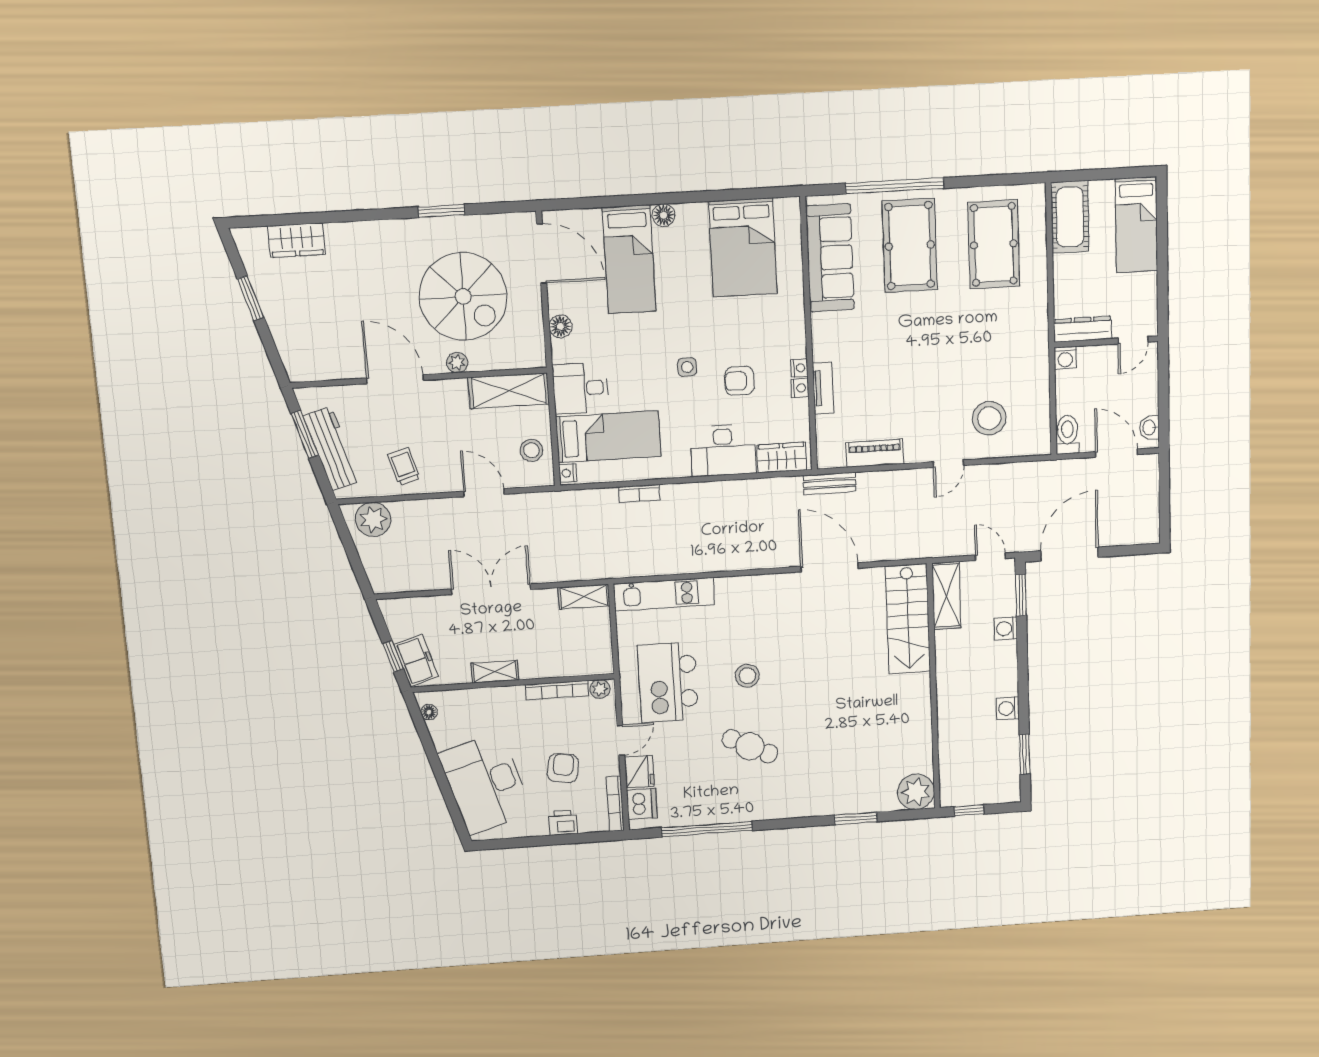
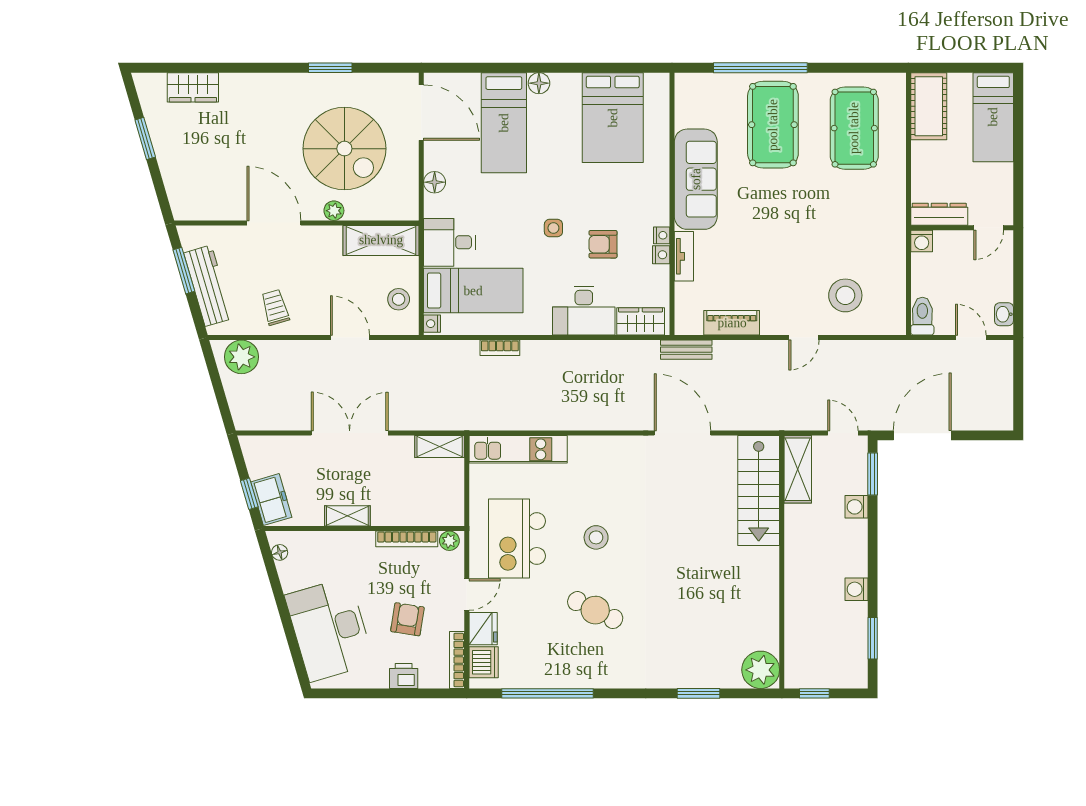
sofa: (830, 258) -> (696, 179), moved
door: (1116, 453) -> (971, 338), width x0.73

